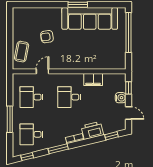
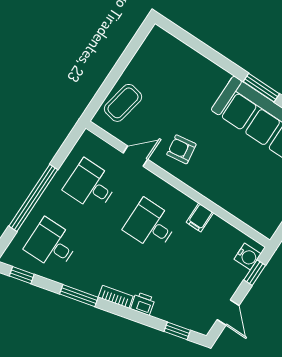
armchair: (47, 37) -> (181, 149), moved
filing cabinet: (93, 80) -> (200, 218), width x0.50
water cooler: (121, 98) -> (248, 256), moved
window: (10, 119) -> (33, 198), width x1.46
printer: (92, 130) -> (143, 304), width x0.53, depth x0.68

